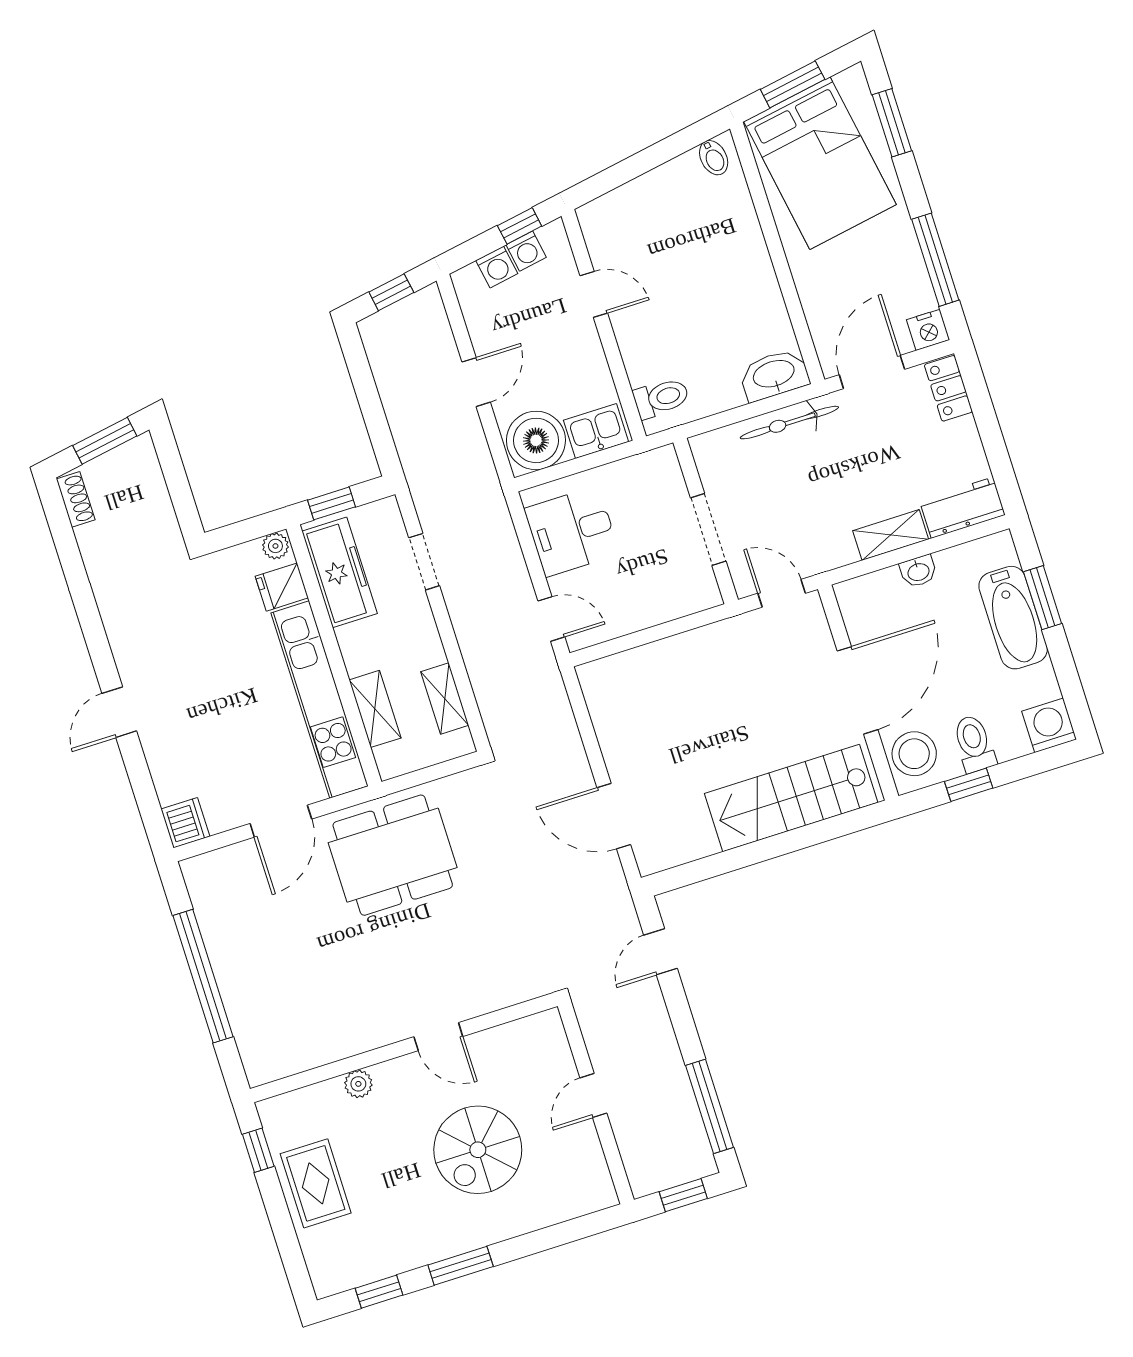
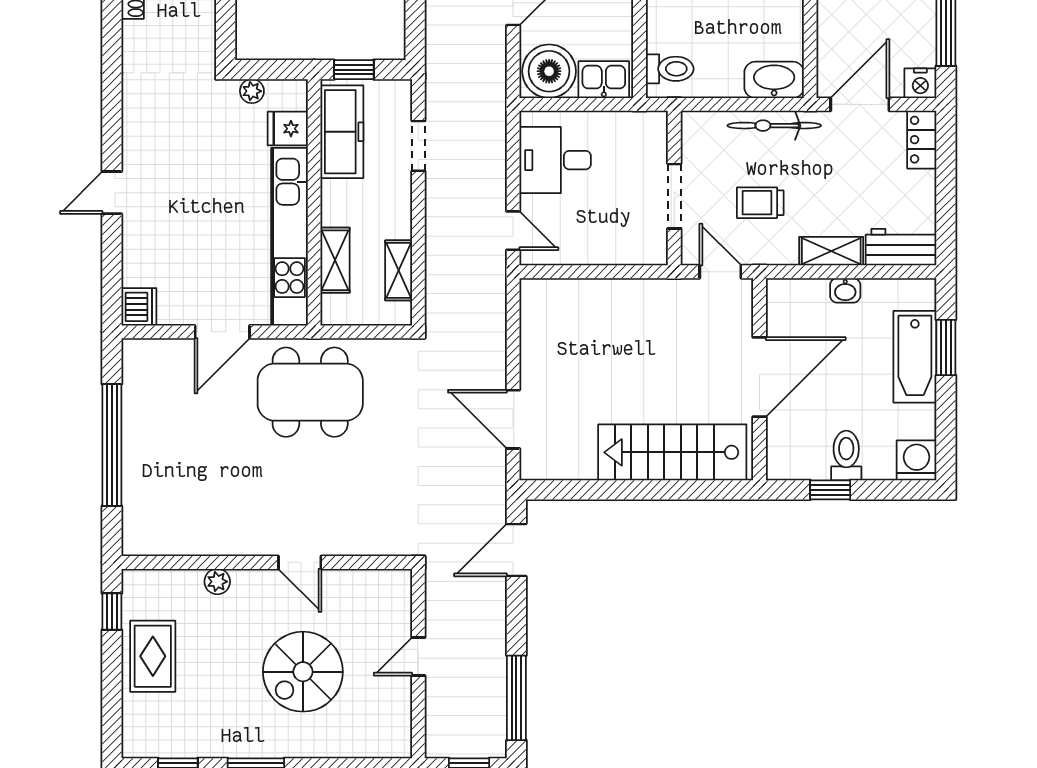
trolley: (800, 508) -> (760, 203), added
plant: (275, 546) -> (252, 91), moved
stool: (914, 754) -> (791, 448), removed
door: (661, 952) -> (516, 550), width x1.38

